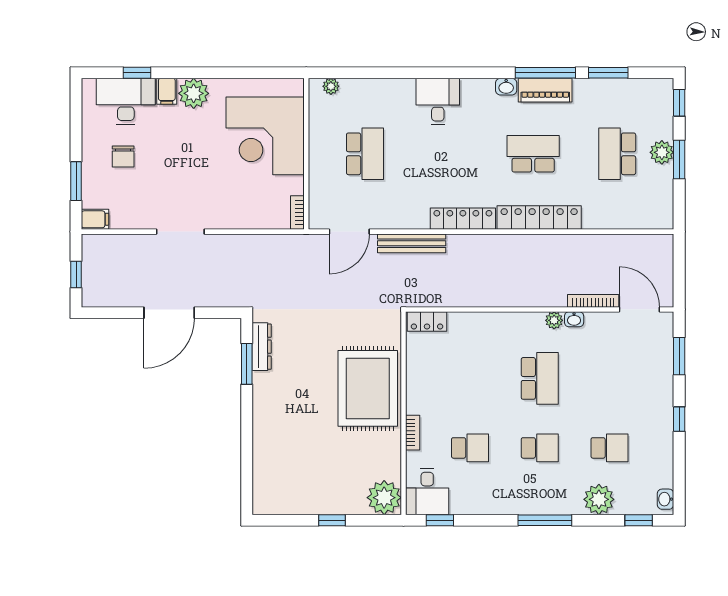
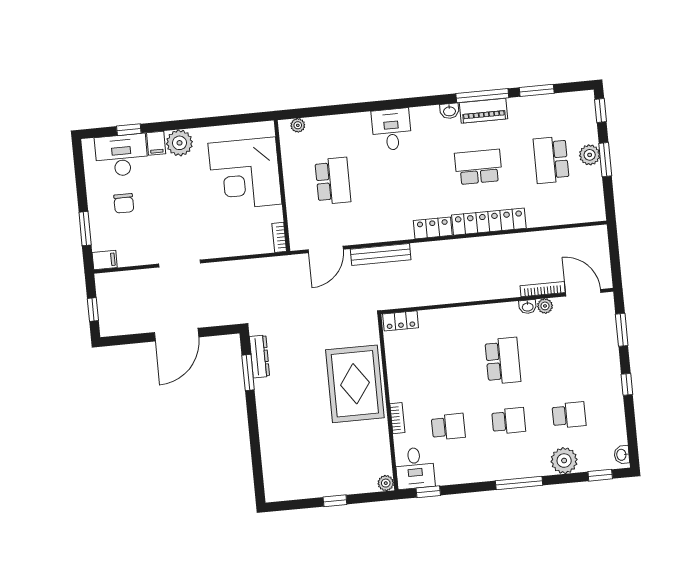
locker: (463, 219) -> (433, 228), width x0.66
plant: (554, 320) -> (545, 306), moved
plant: (384, 498) -> (386, 483), width x0.53, depth x0.53

